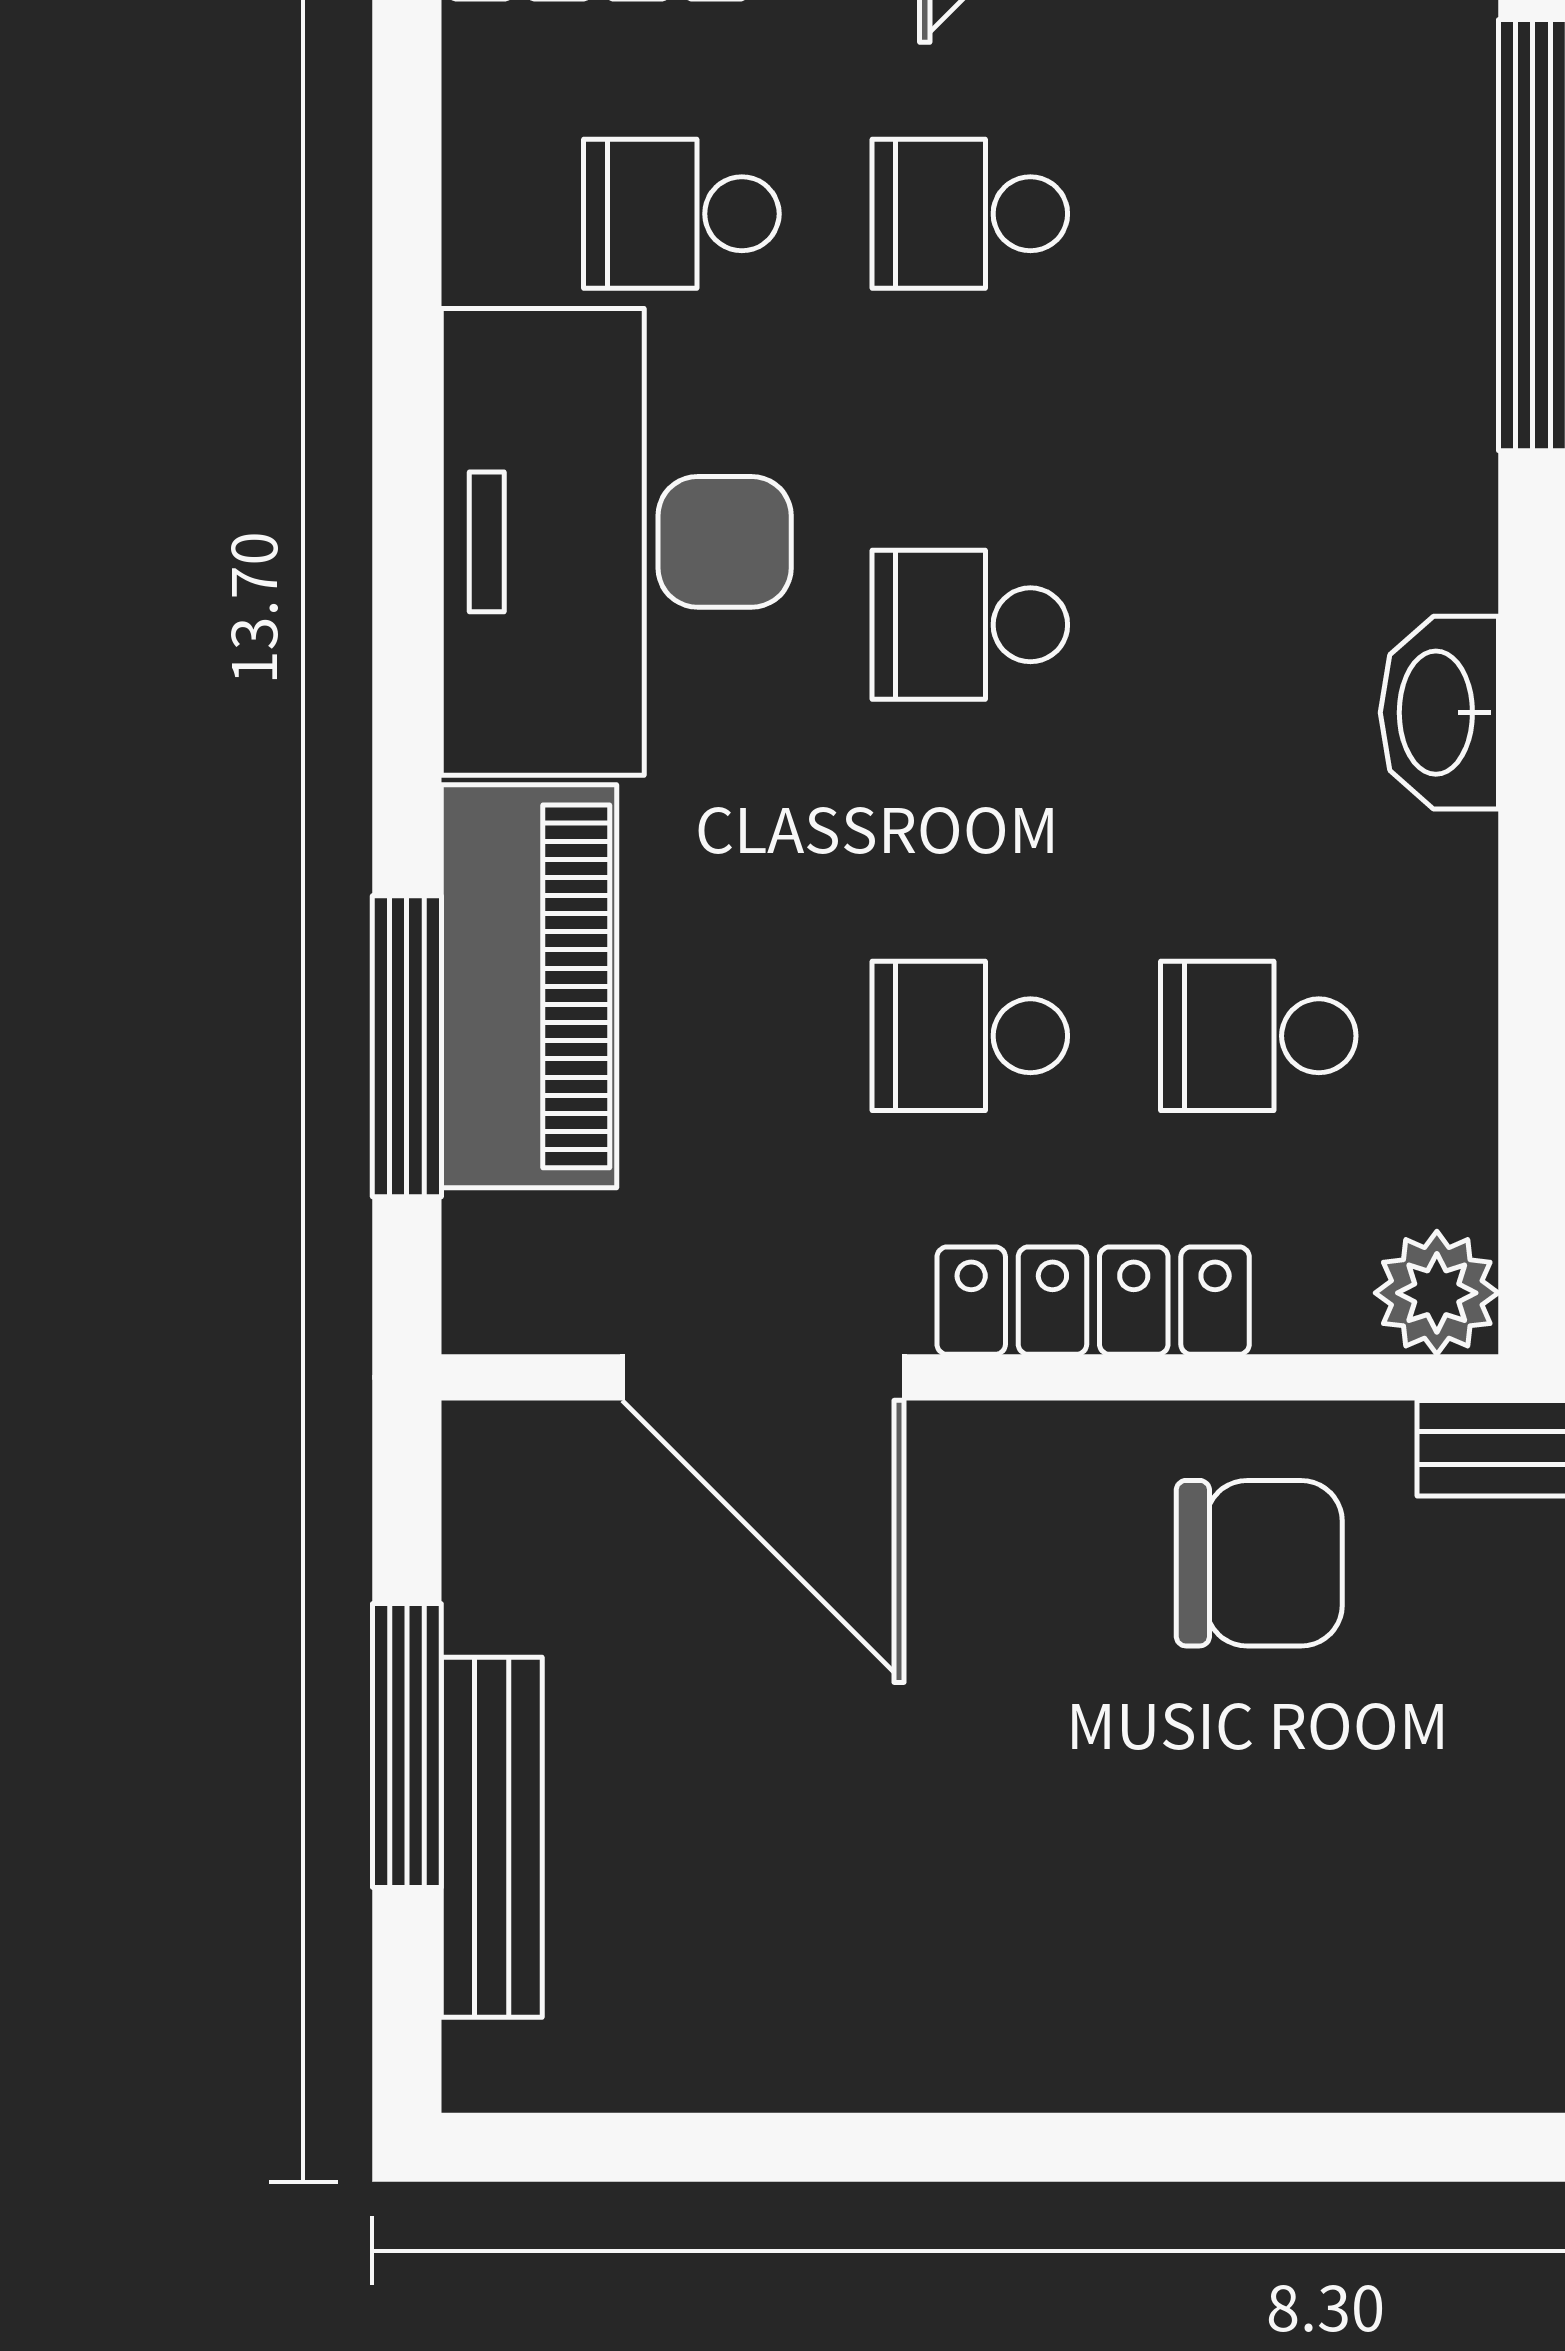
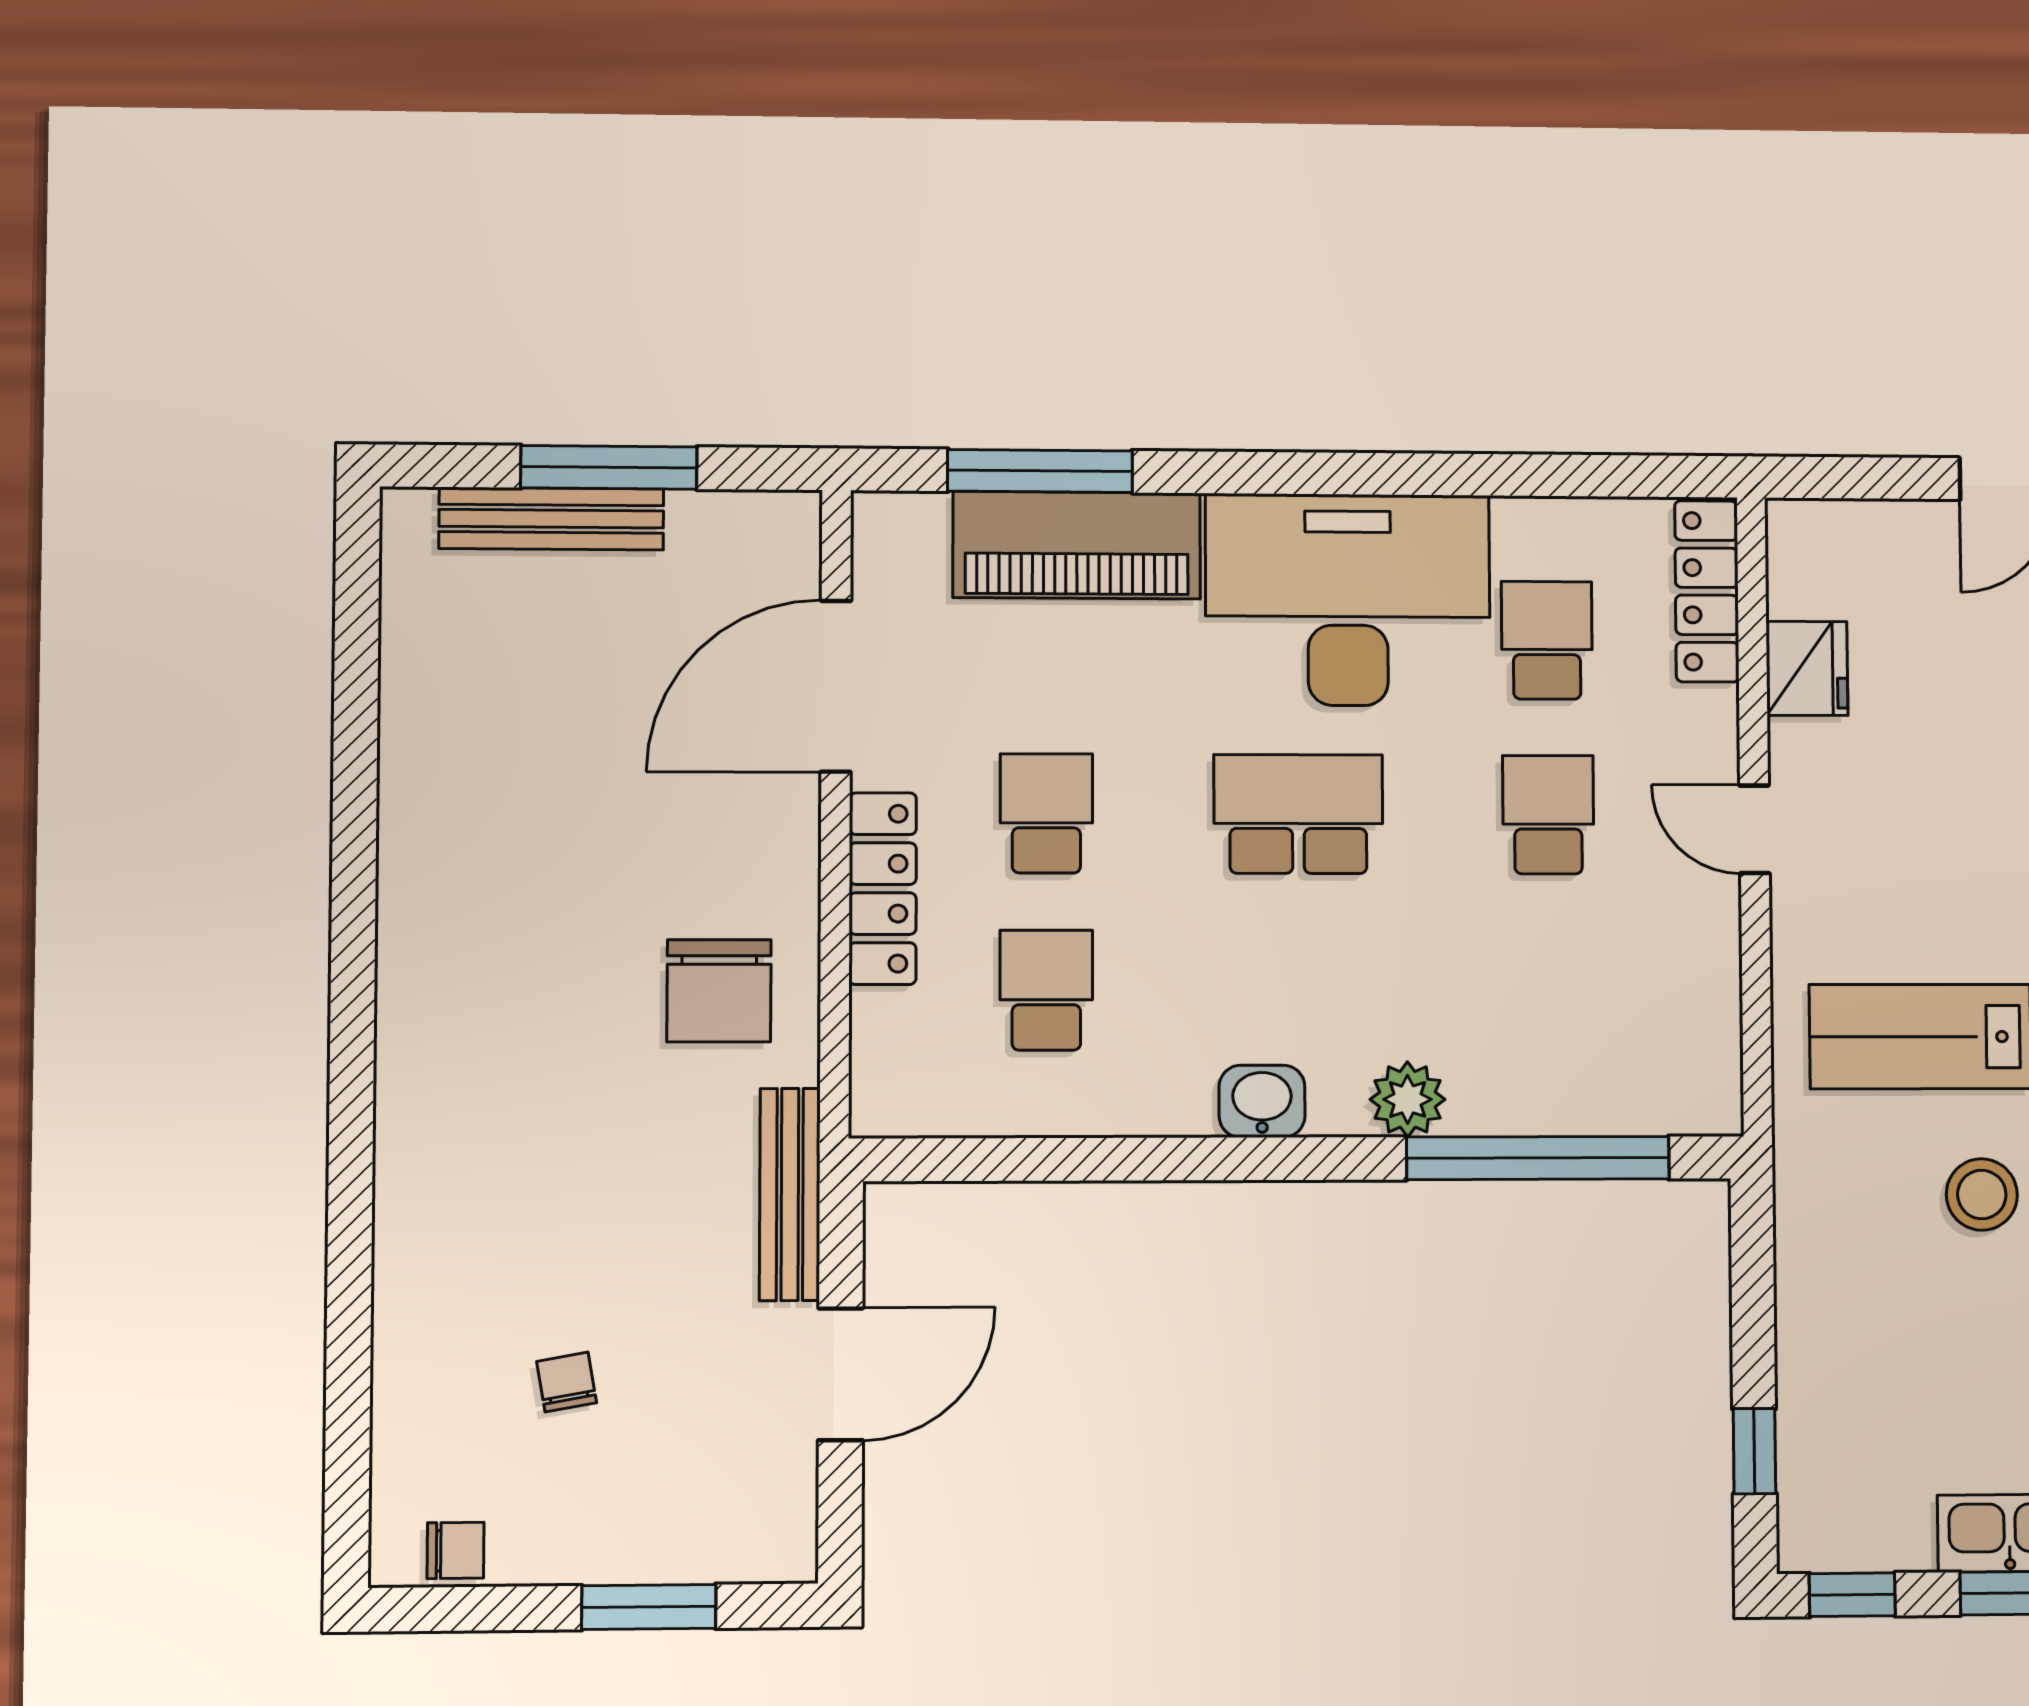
school desk: (970, 625) -> (1298, 814), width x1.85
washbasin: (1439, 713) -> (1262, 1101), width x0.72
plant: (1437, 1293) -> (1408, 1099), moved

